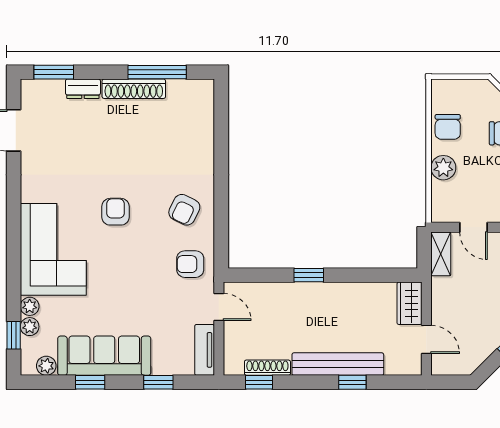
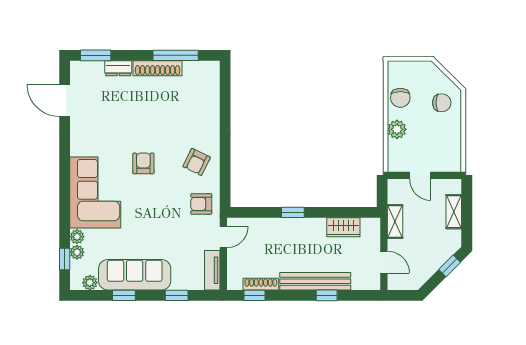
shelving: (441, 254) -> (395, 221), moved
wardrobe: (409, 303) -> (343, 227), moved, turned -90
door: (219, 307) -> (223, 237), hinge flipped

